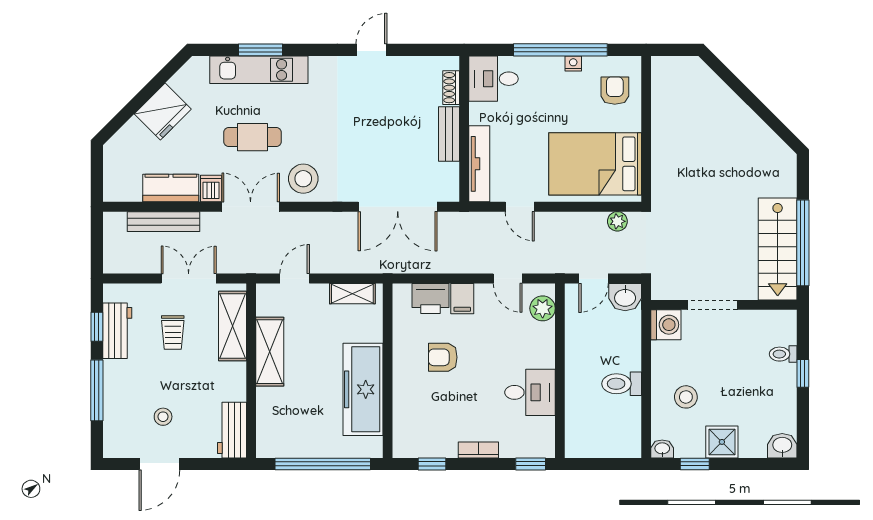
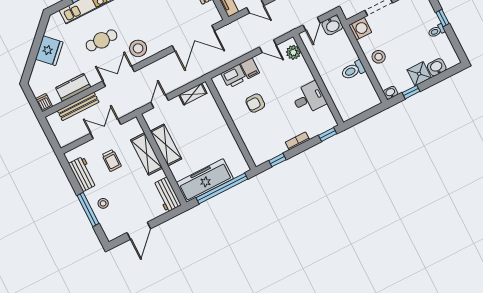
dishwasher: (211, 189) -> (44, 103), moved
shelving: (232, 326) -> (147, 154), moved
window: (97, 327) -> (72, 177), removed
toilet: (783, 354) -> (436, 31), moved
freezer: (363, 389) -> (205, 181), moved, turned 90
stool: (686, 397) -> (379, 57), moved
stool: (163, 417) -> (103, 203), moved
washbasin: (782, 446) -> (437, 67), moved

